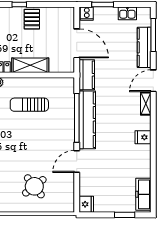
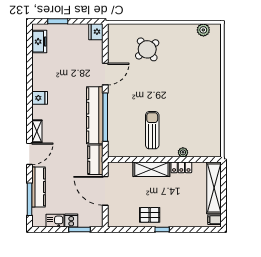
cooker: (87, 14) -> (71, 220), moved
pallet: (32, 19) -> (150, 215), turned 90
sun lounger: (29, 105) -> (152, 130), turned -90
freezer: (143, 194) -> (39, 42), width x0.71

